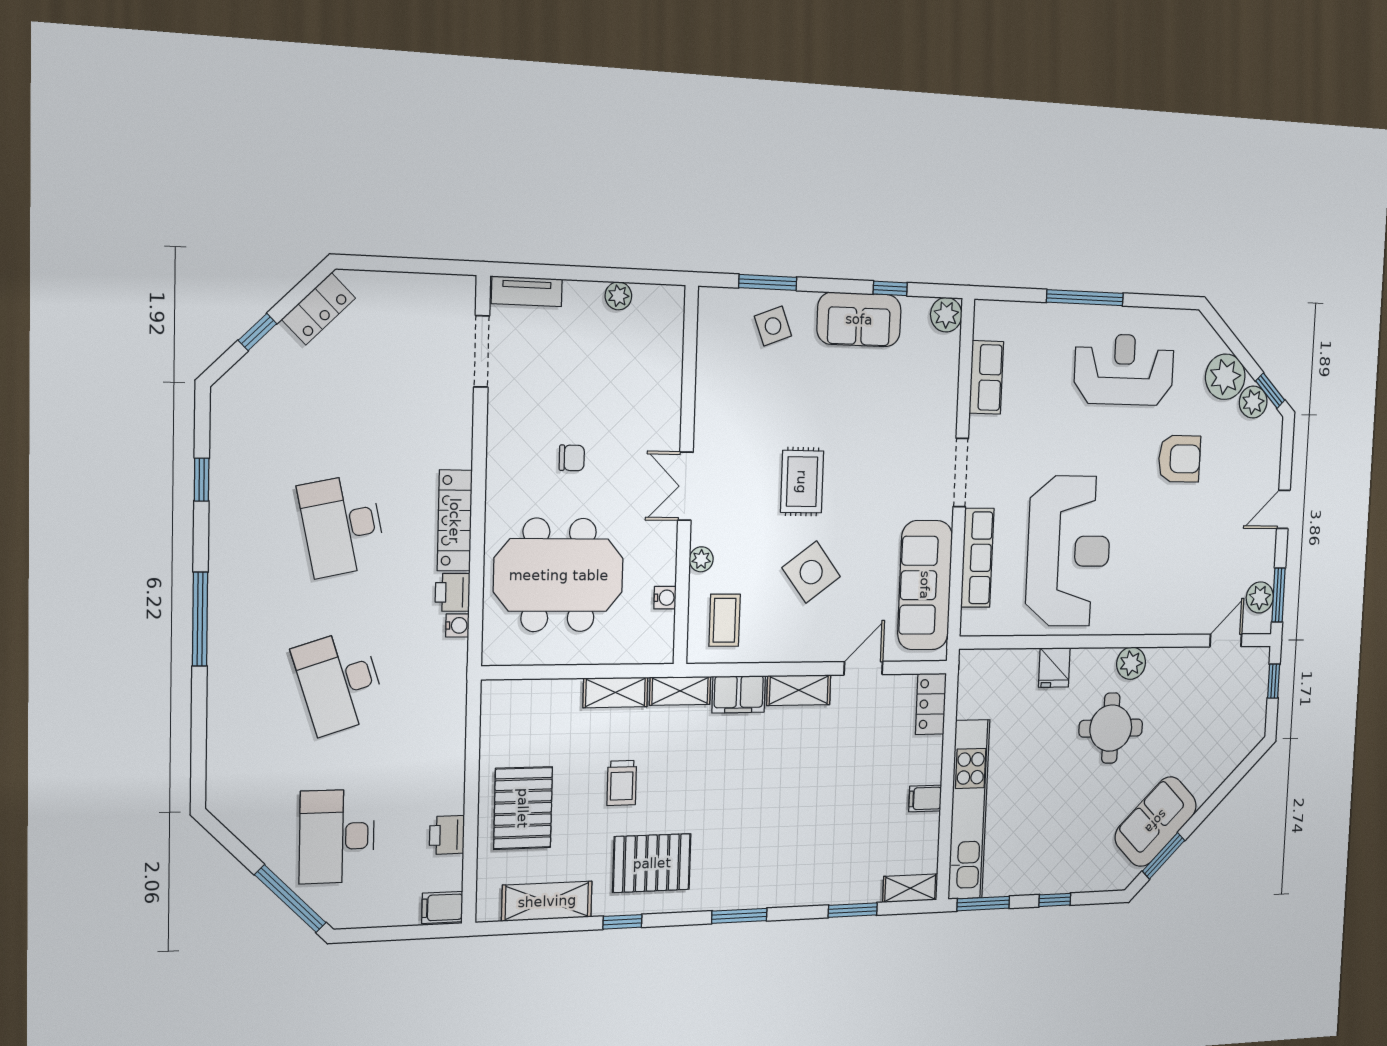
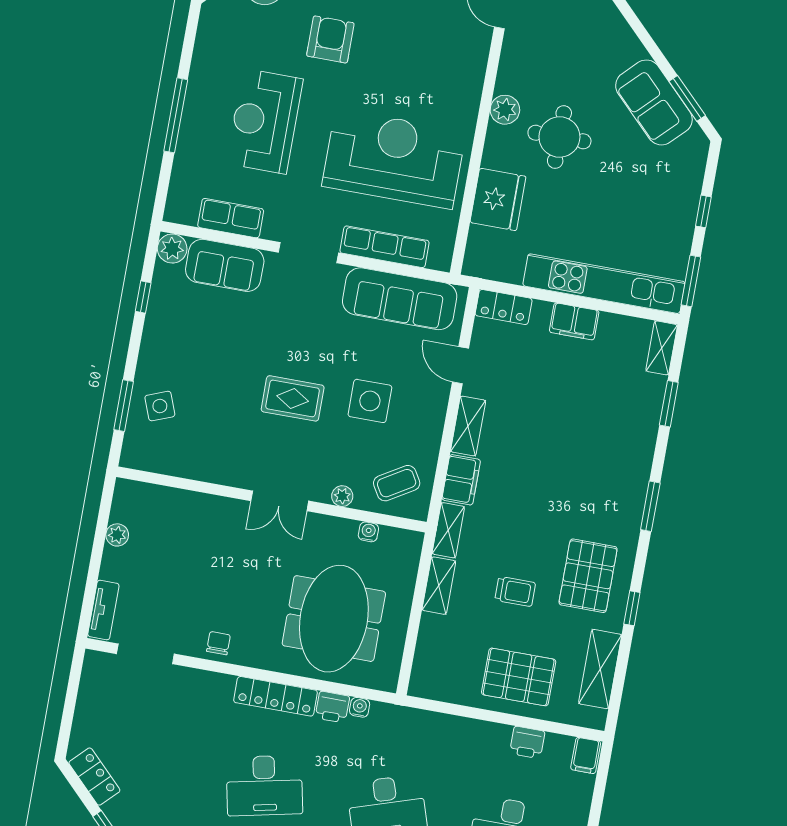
sofa: (859, 319) -> (225, 265), moved, turned 90
reception desk: (1124, 370) -> (265, 121), moved
chair: (572, 458) -> (218, 643), moved
side table: (811, 572) -> (370, 401), turned 37
coffee table: (725, 620) -> (397, 483), turned -31
fridge: (1054, 668) -> (498, 199), width x1.88, depth x1.34
filing cabinet: (925, 798) -> (574, 321), width x2.00

